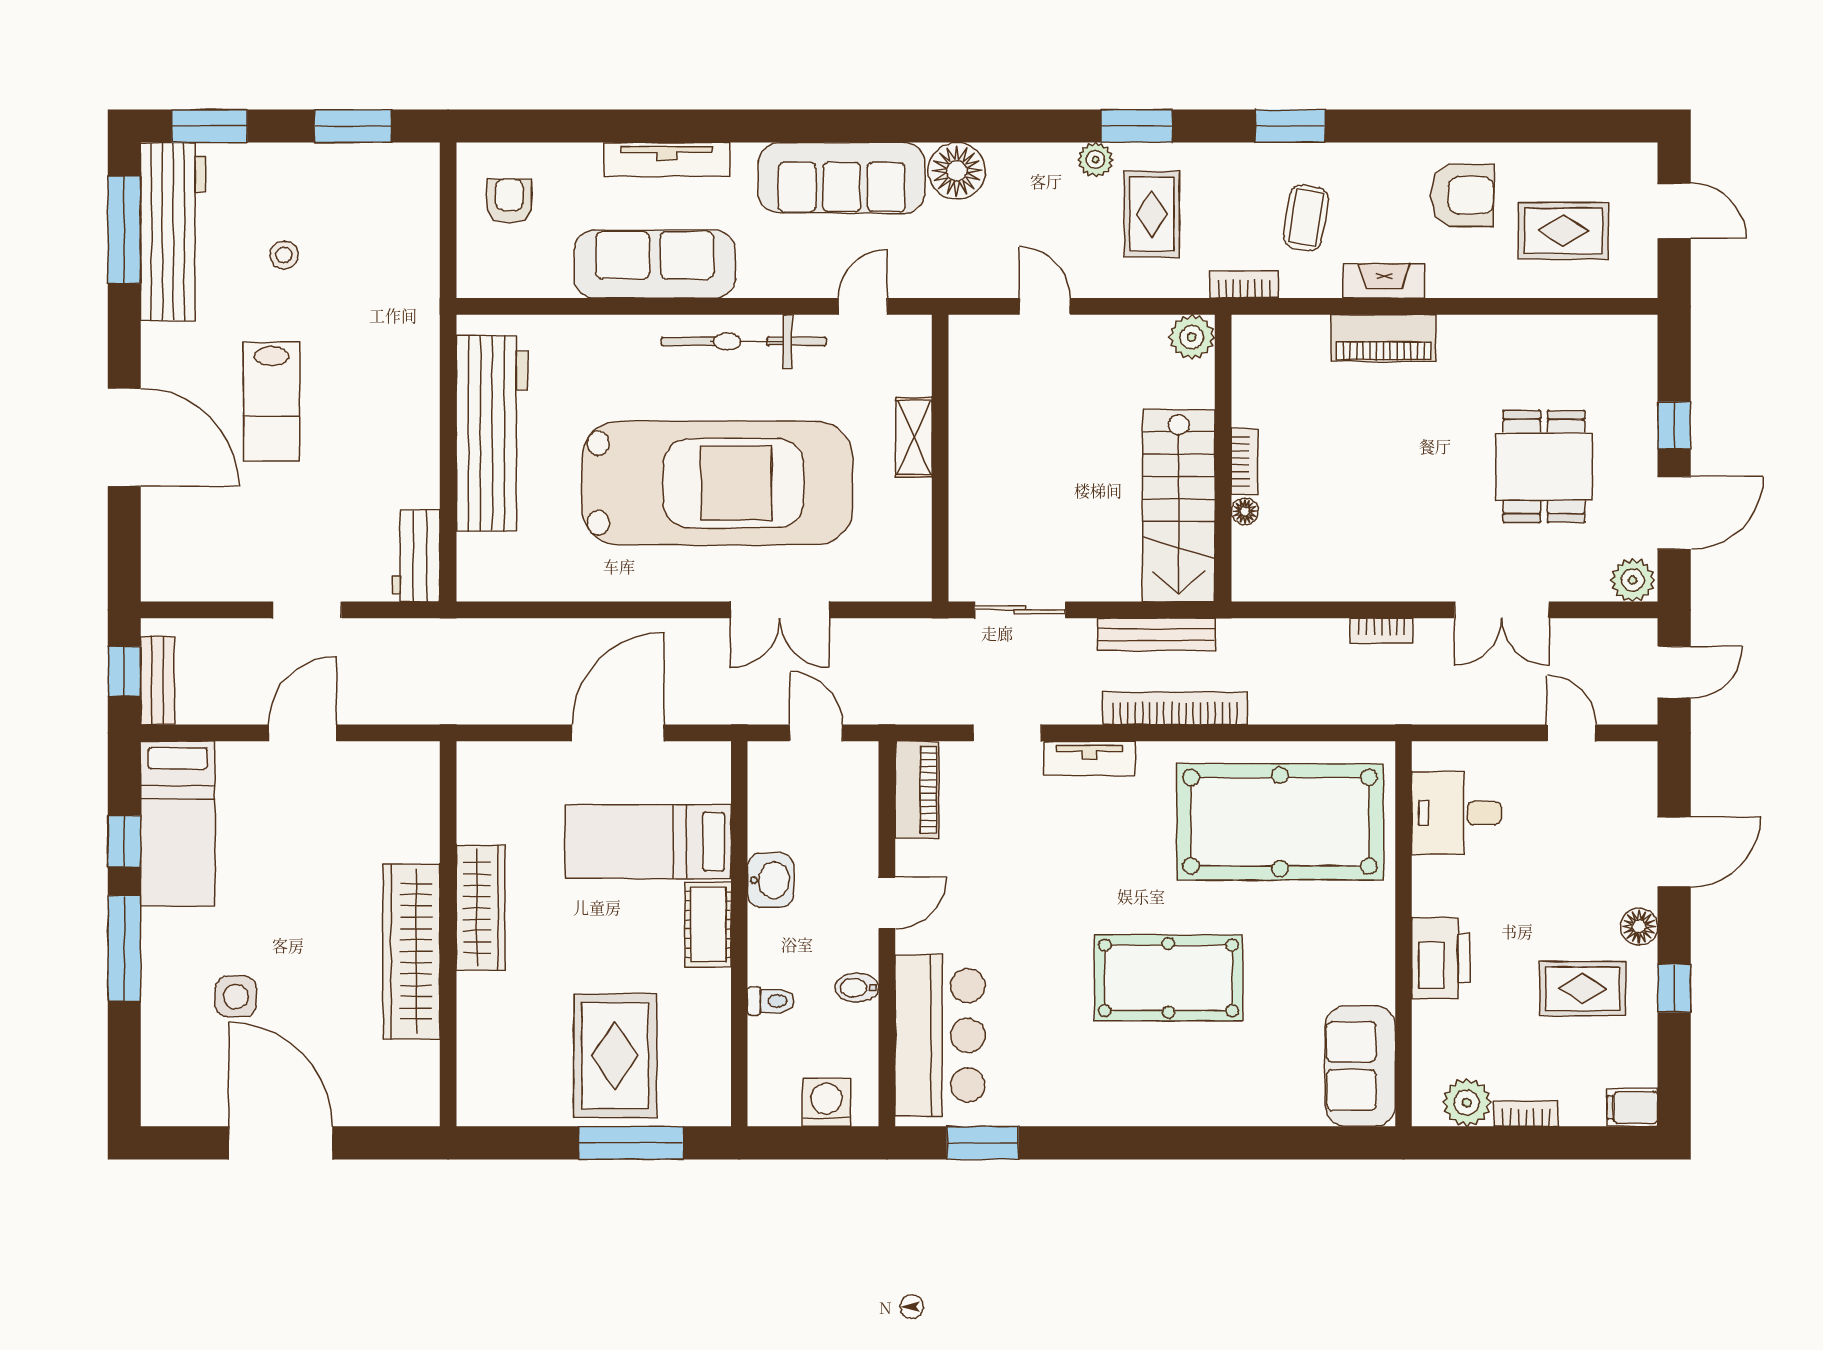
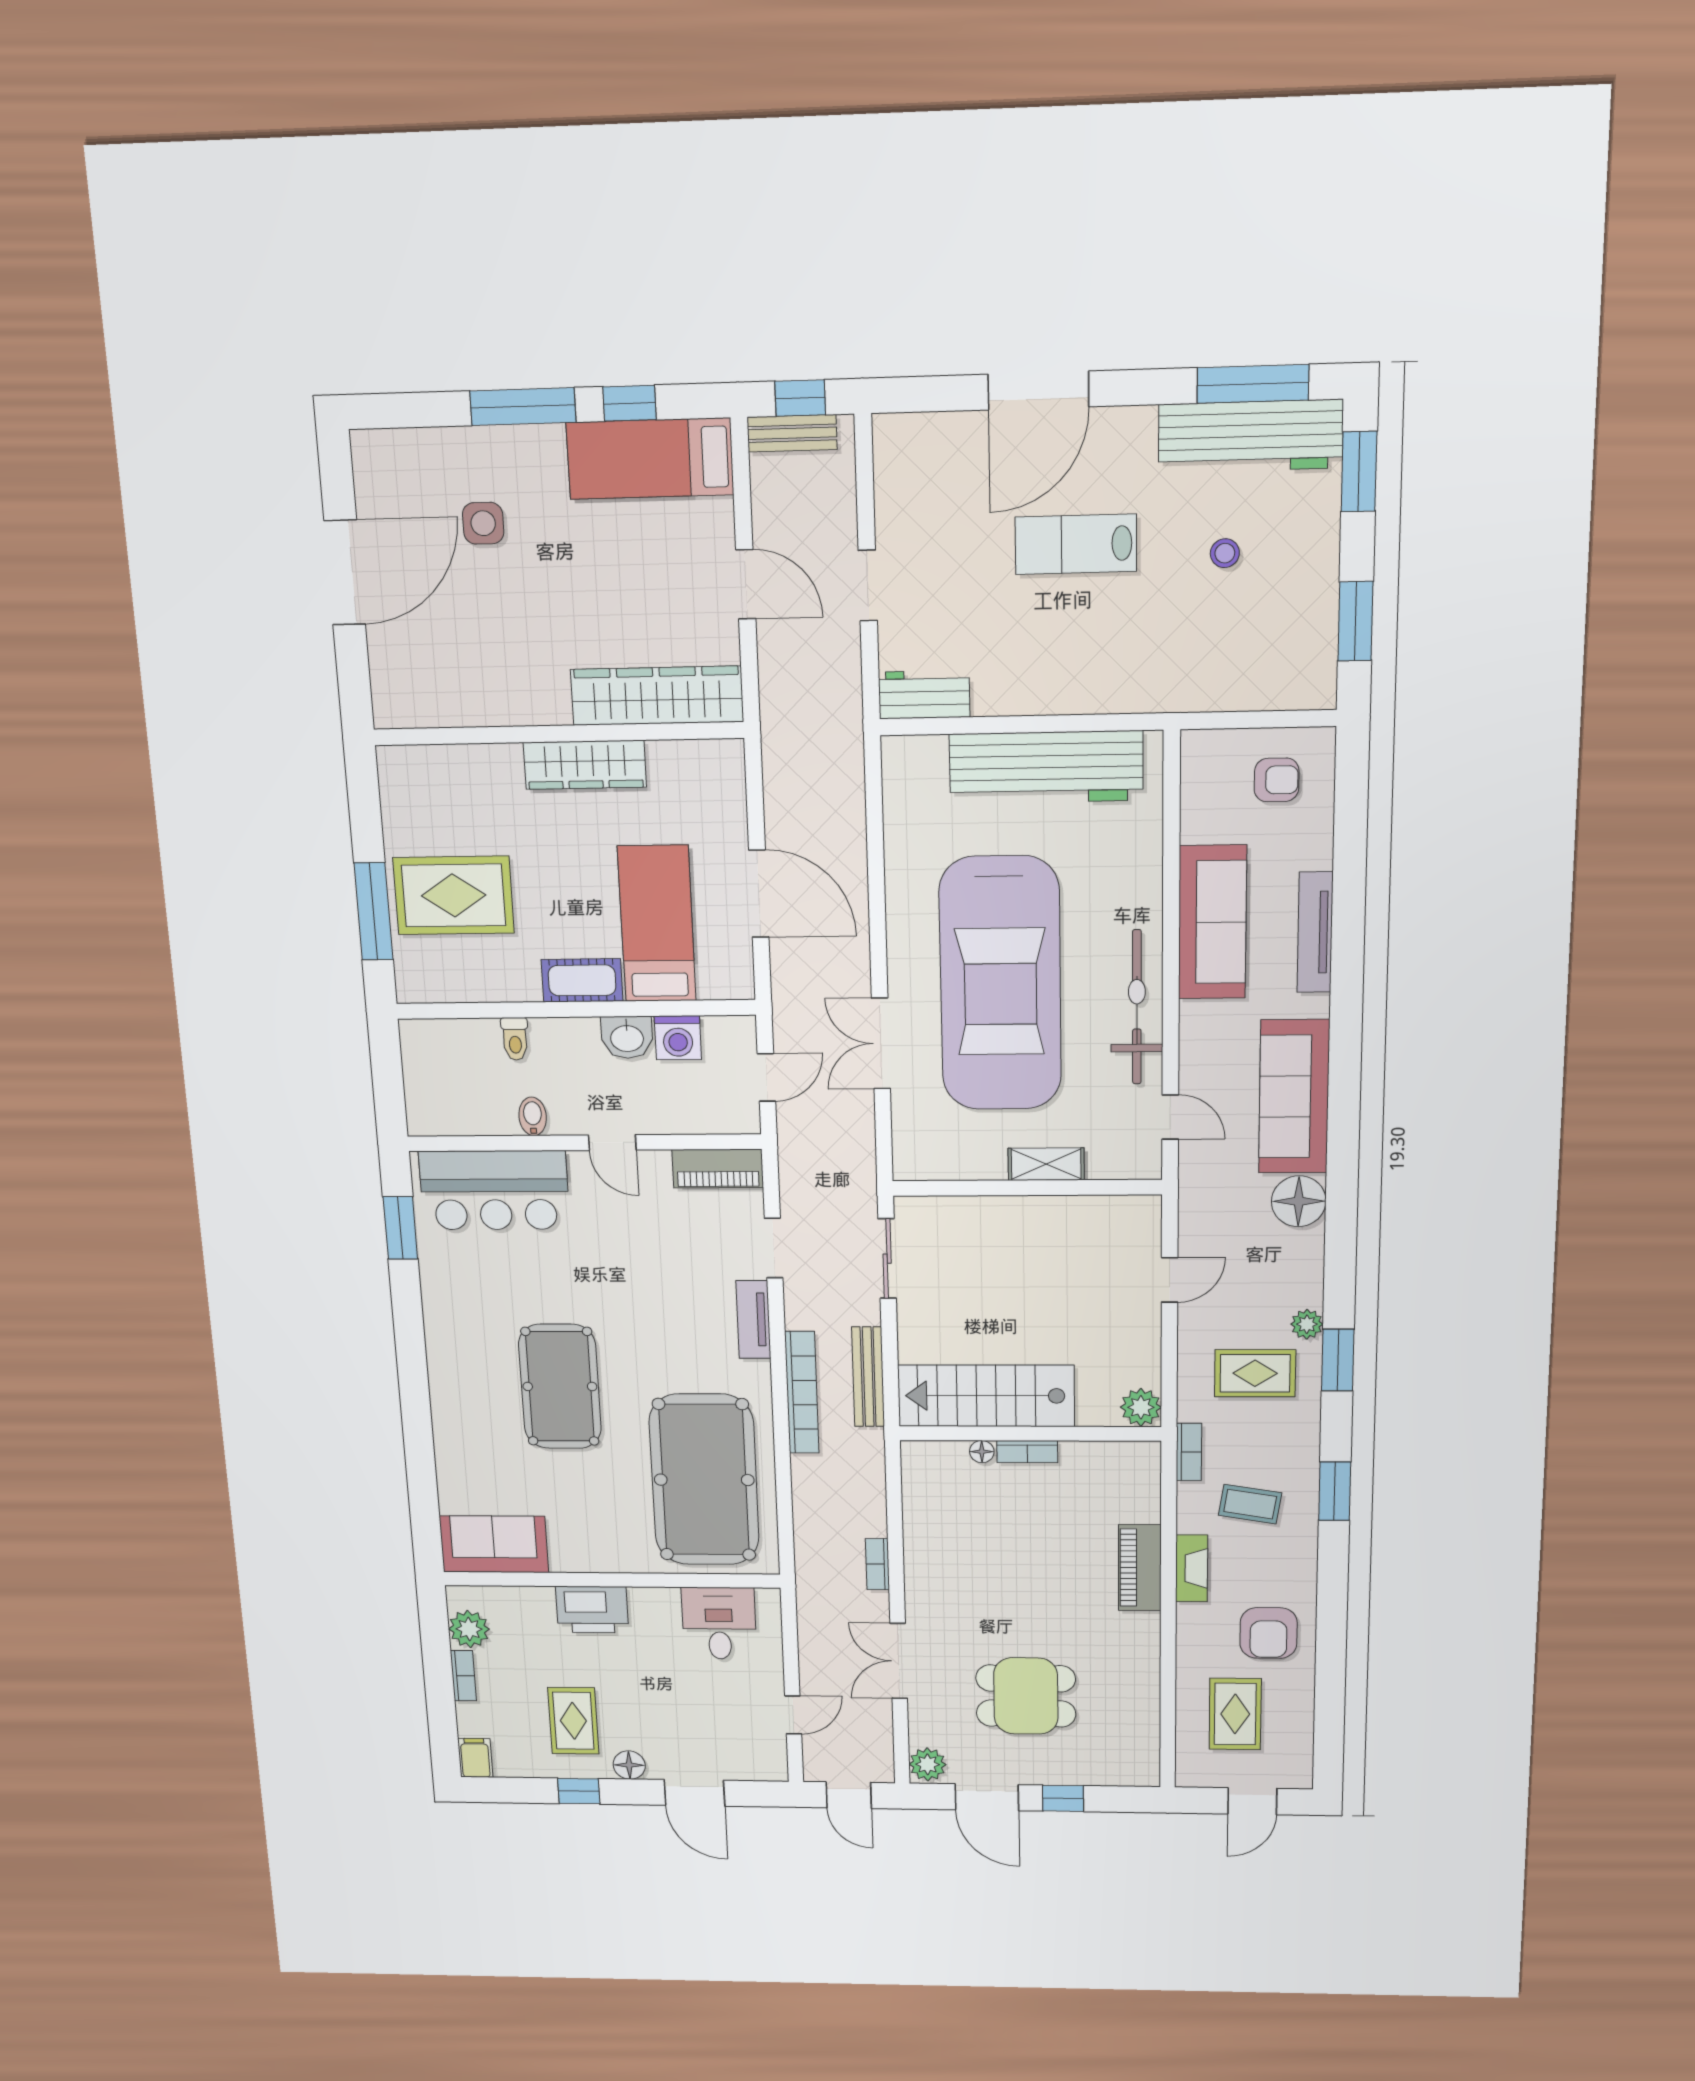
wardrobe: (412, 952) -> (657, 696), moved
washing machine: (826, 1102) -> (678, 1038), moved, turned 90

